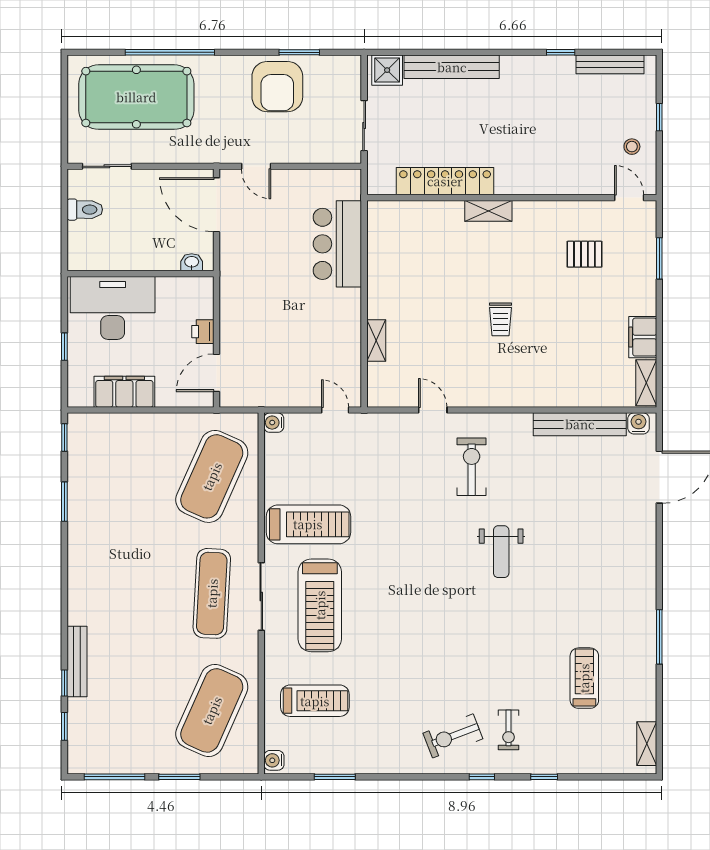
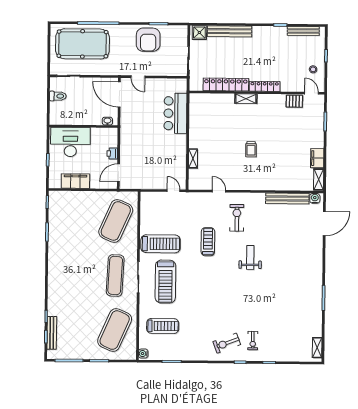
locker: (528, 184) -> (265, 86), added
pallet: (584, 254) -> (294, 101), moved
water cooler: (274, 423) -> (145, 196), removed
weight bench: (501, 552) -> (250, 257), turned 180
bench: (77, 662) -> (52, 333), moved
treadmill: (584, 678) -> (208, 242), moved

